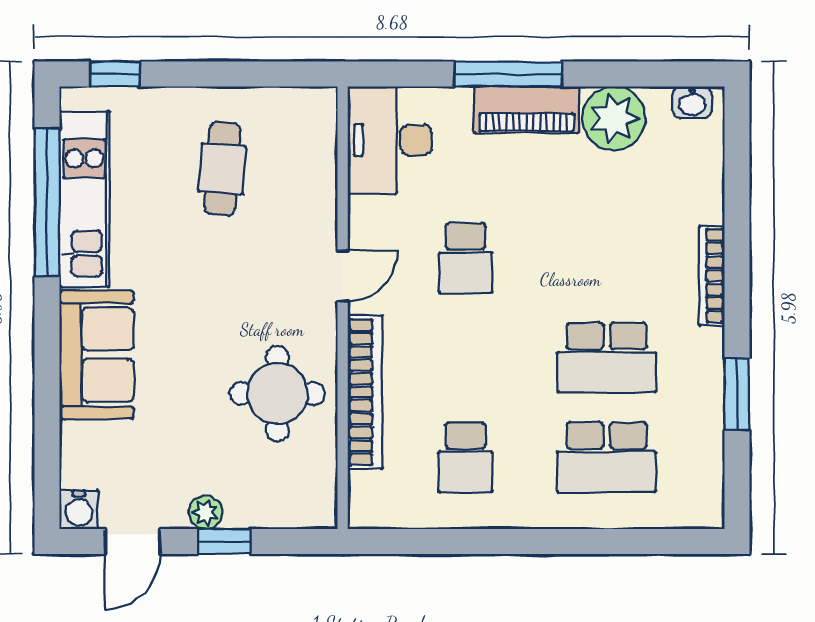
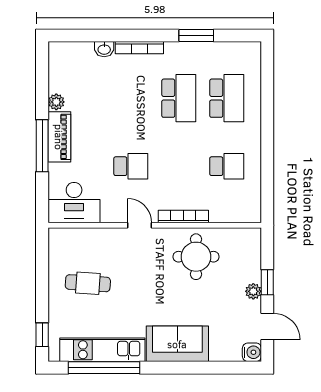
washbasin: (692, 102) -> (104, 49), moved, turned 90
plant: (614, 118) -> (56, 102), width x0.53, depth x0.53
bookcase: (365, 392) -> (183, 217), width x0.68, depth x0.76

